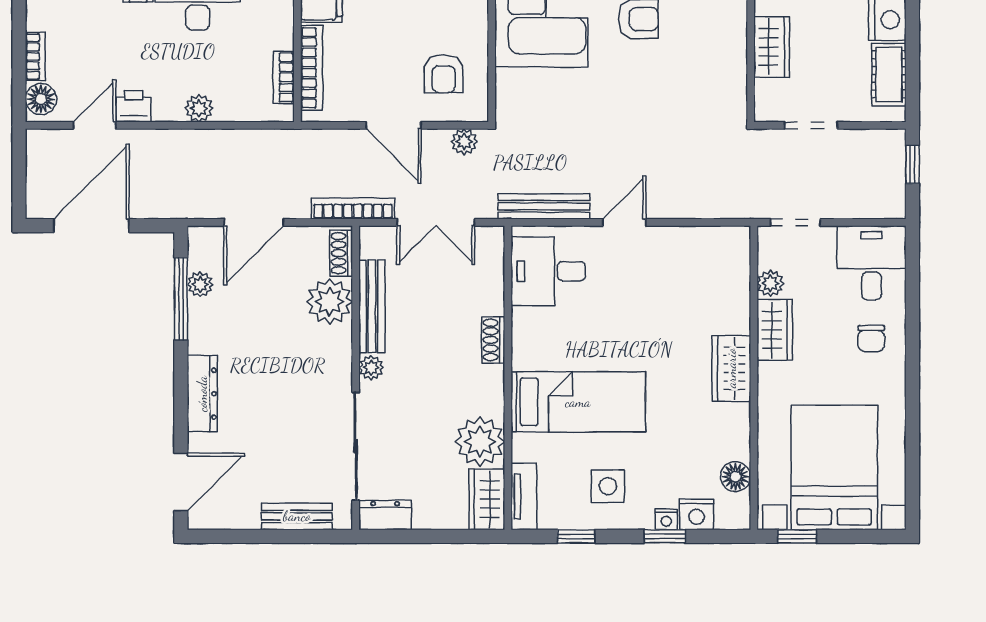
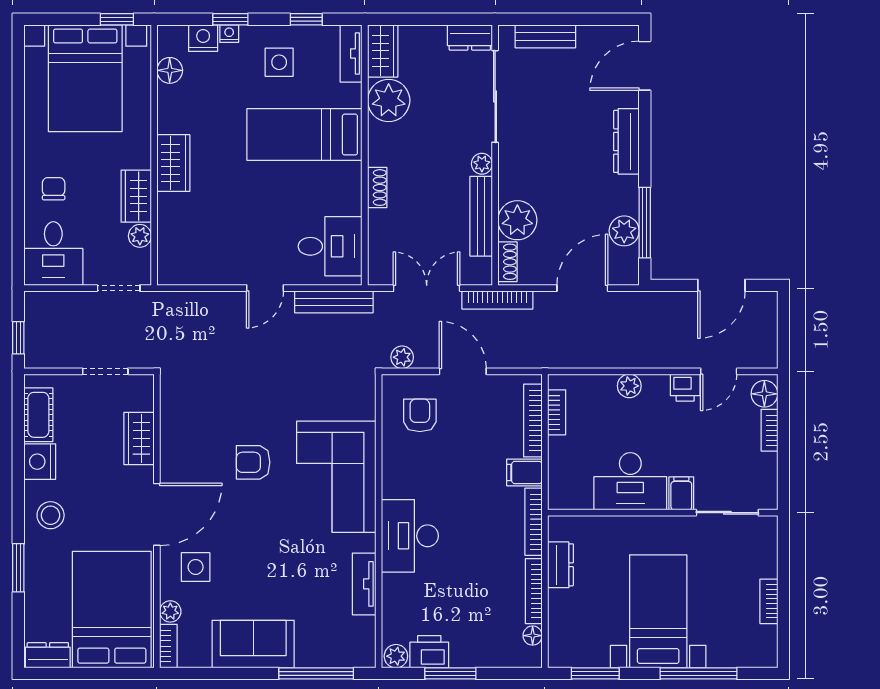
door: (91, 226) -> (721, 285), width x0.73
plant: (200, 284) -> (624, 231), width x1.38, depth x1.38

